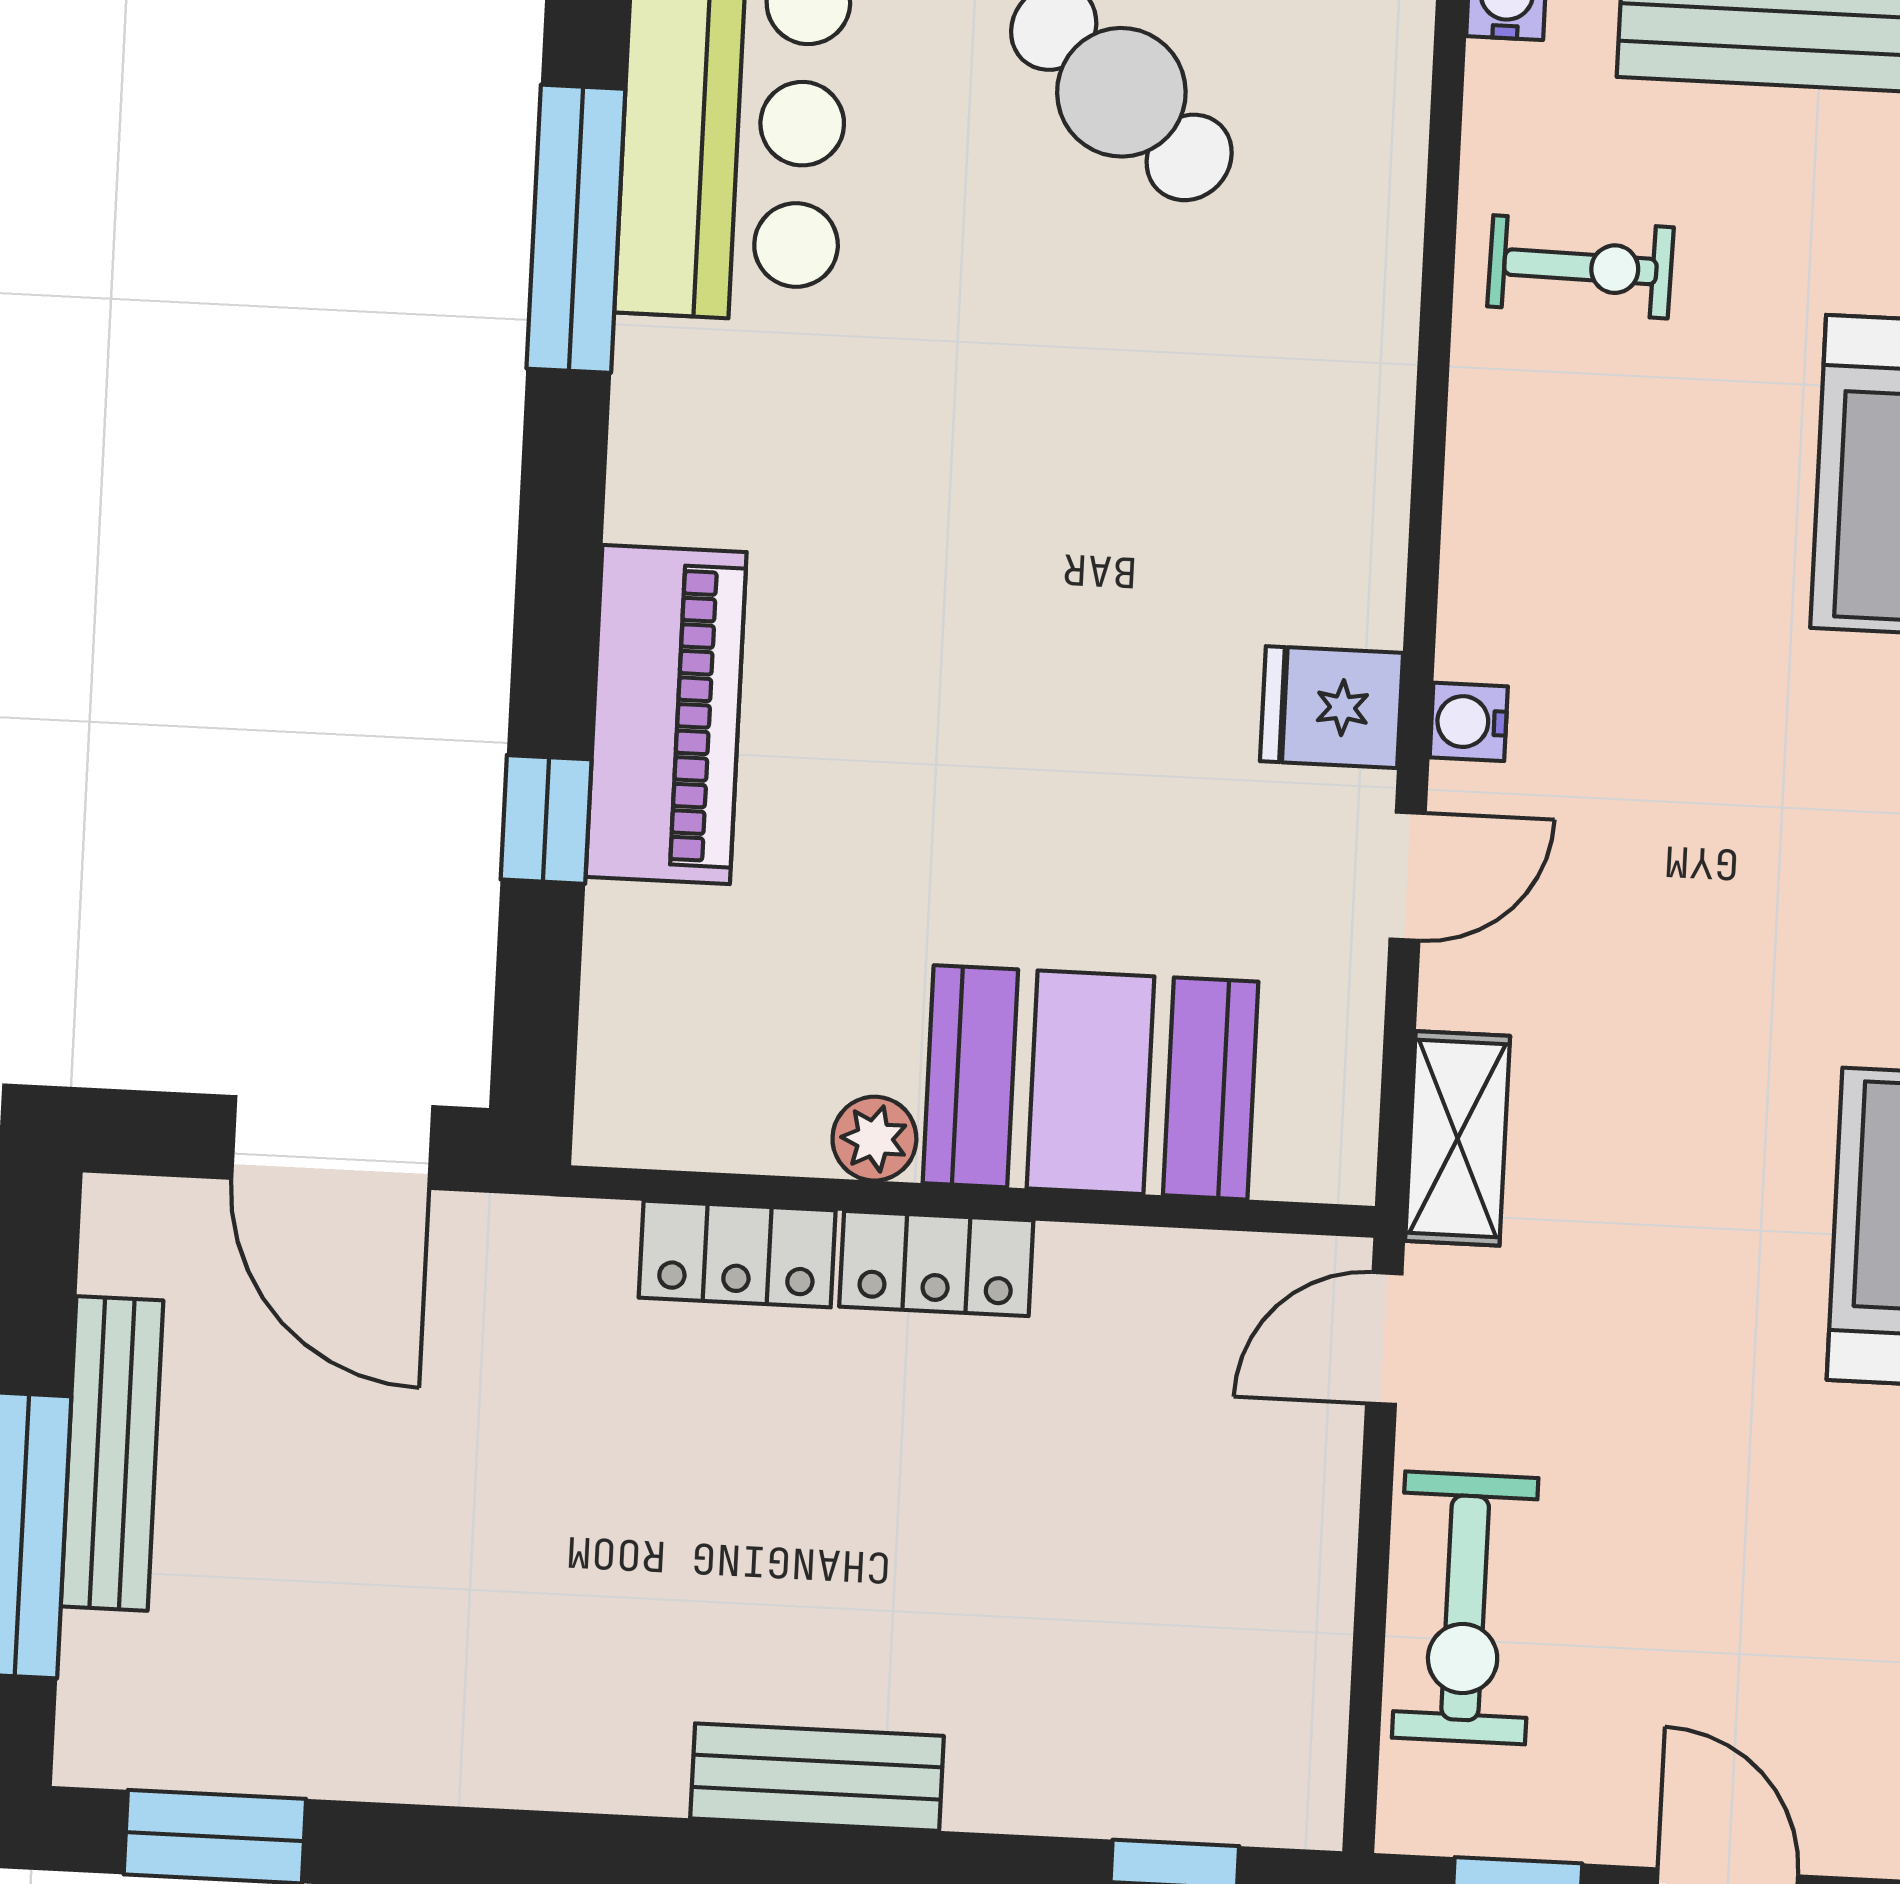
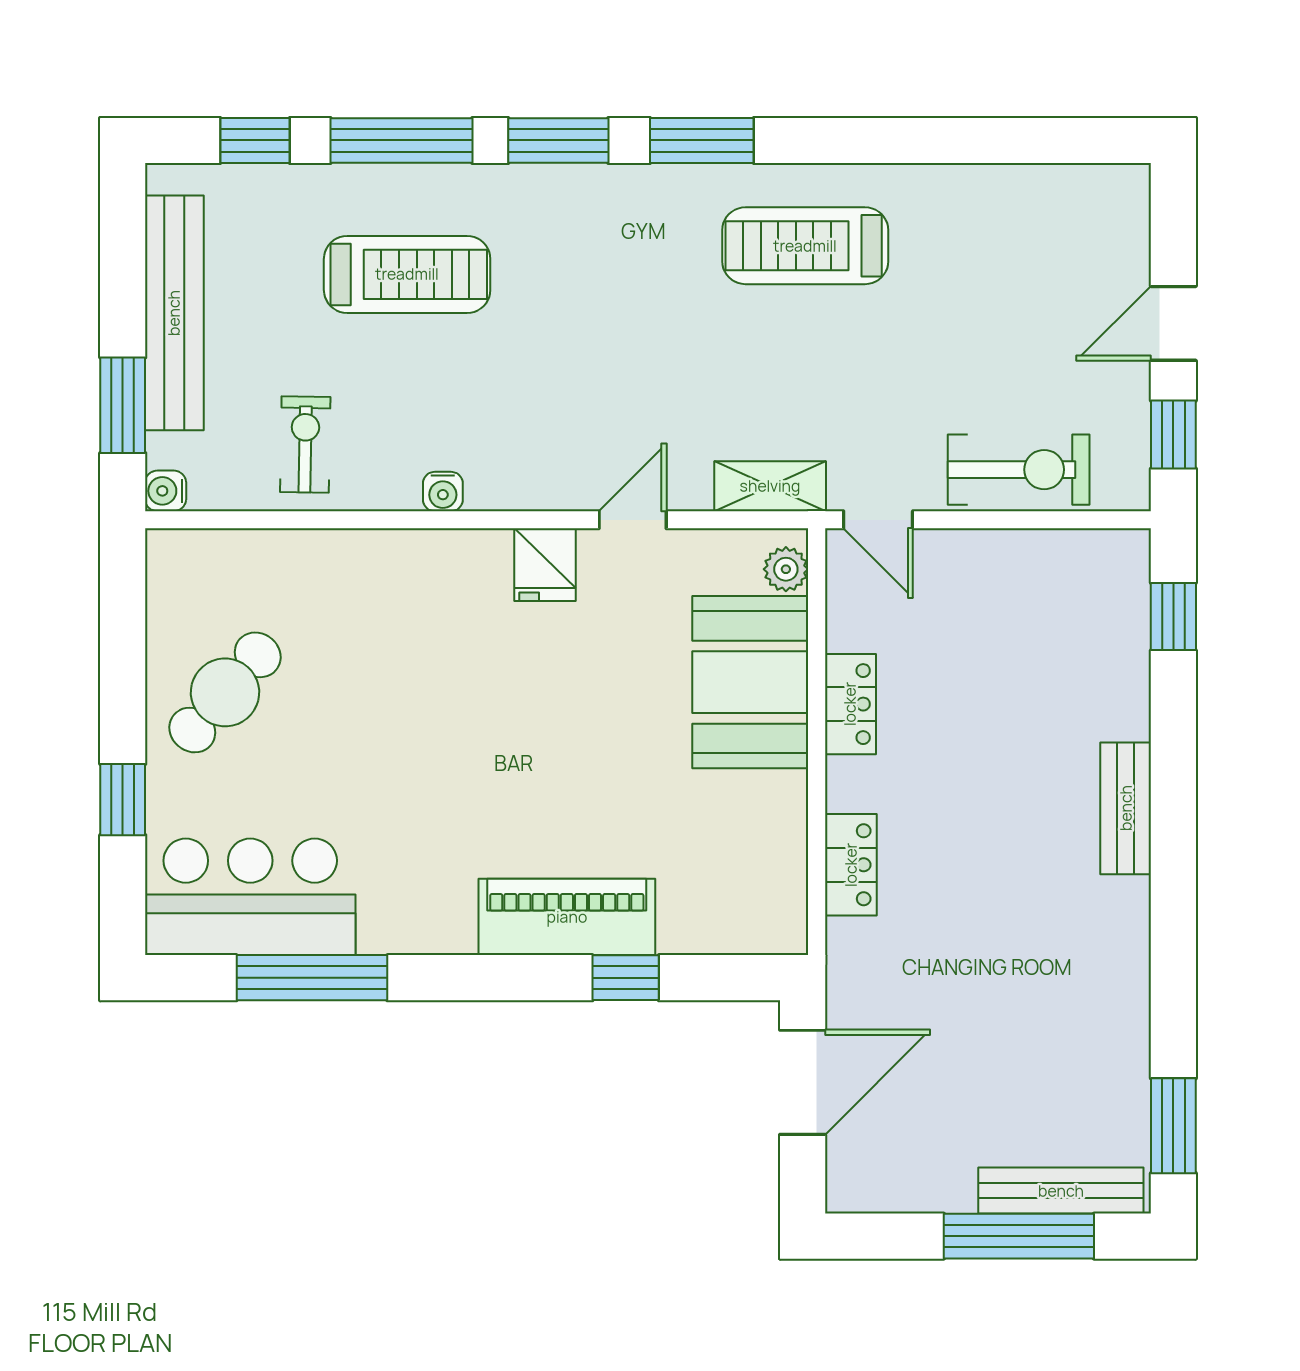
water cooler: (1469, 722) -> (443, 491), moved
door: (1408, 876) -> (633, 520), hinge flipped
plant: (874, 1139) -> (786, 569), moved
locker: (936, 1264) -> (850, 704), moved
bench: (112, 1453) -> (1061, 1191), moved

